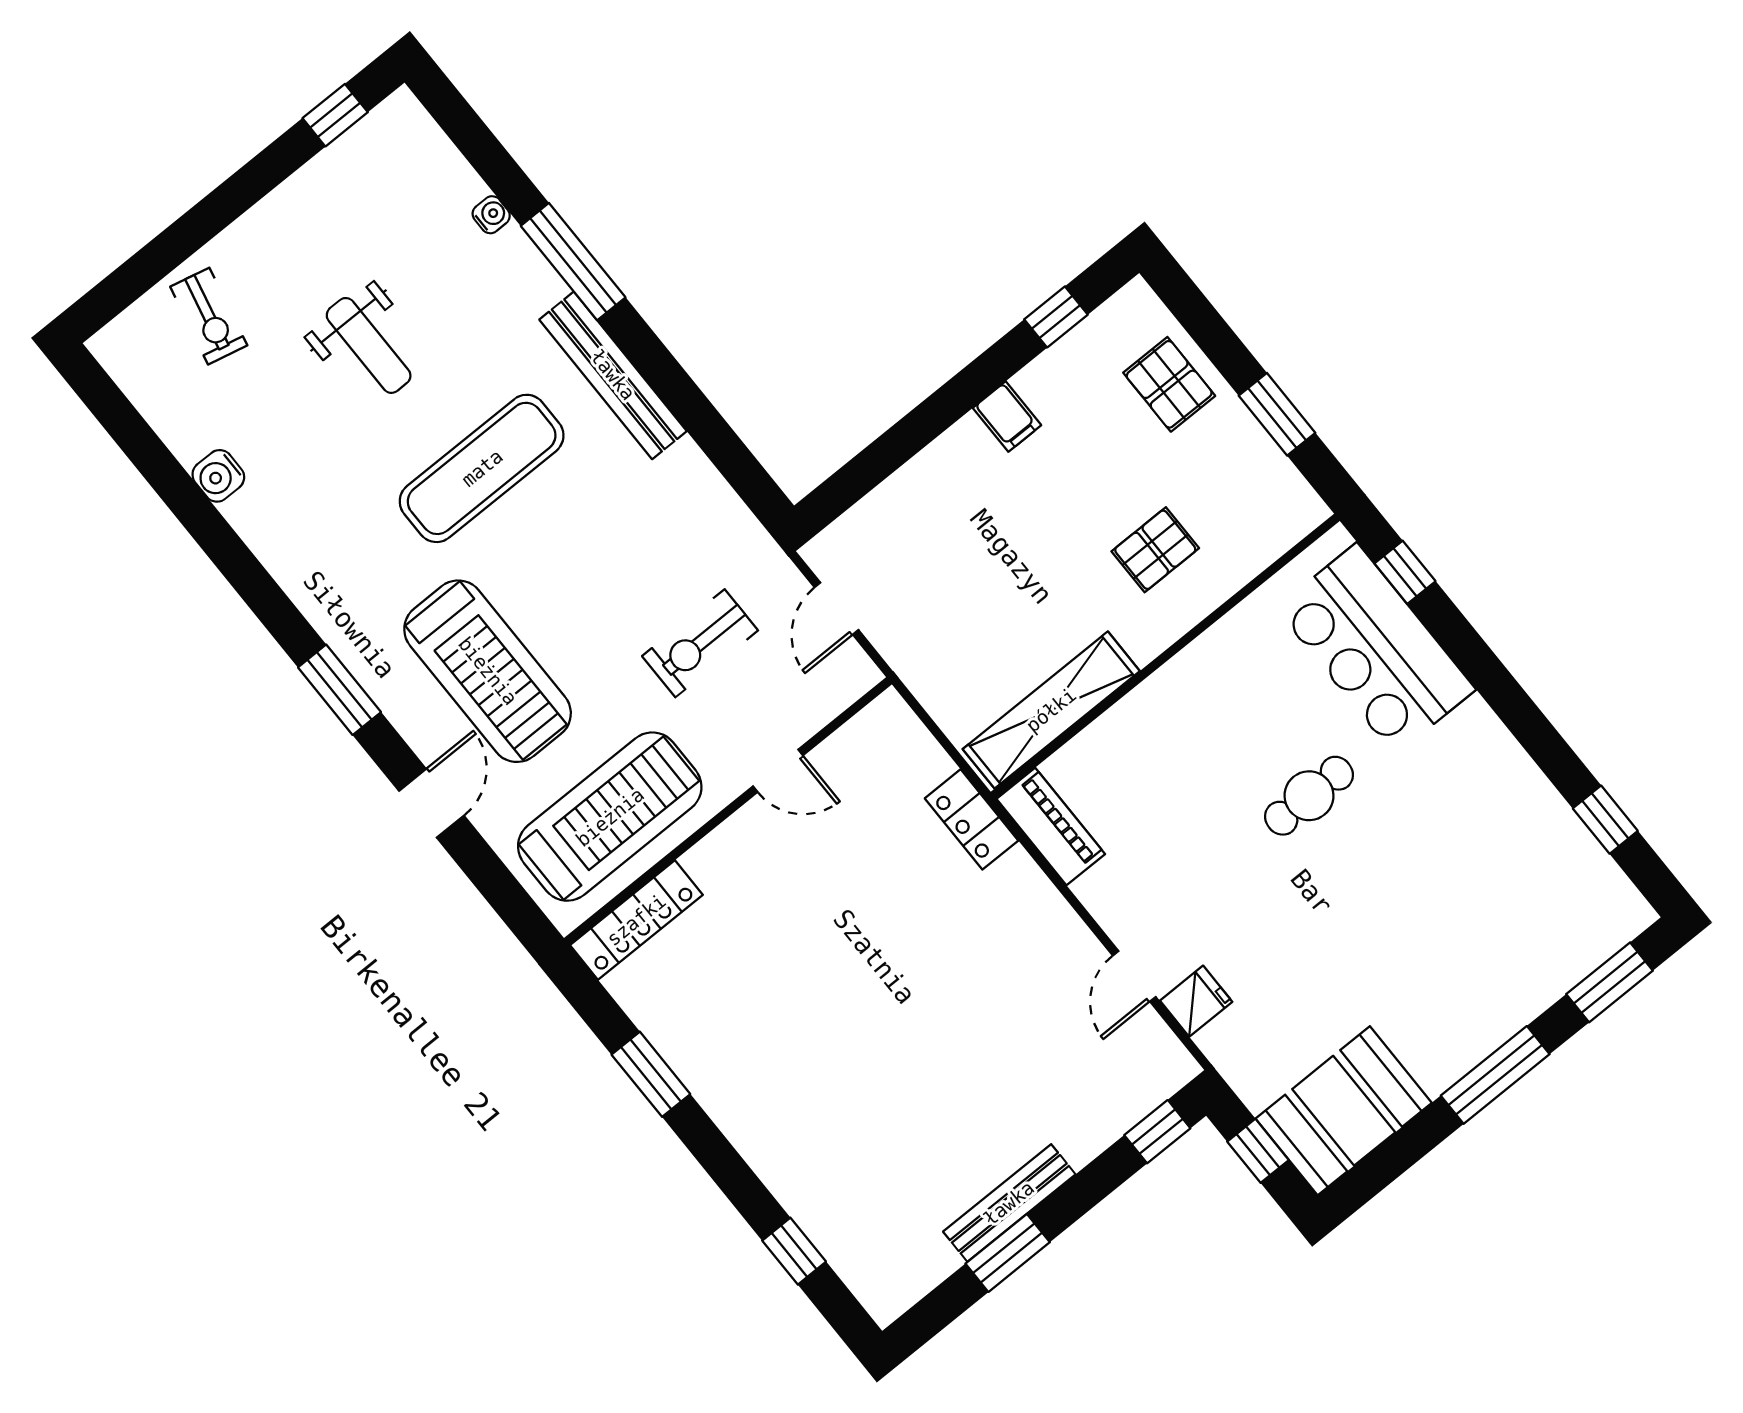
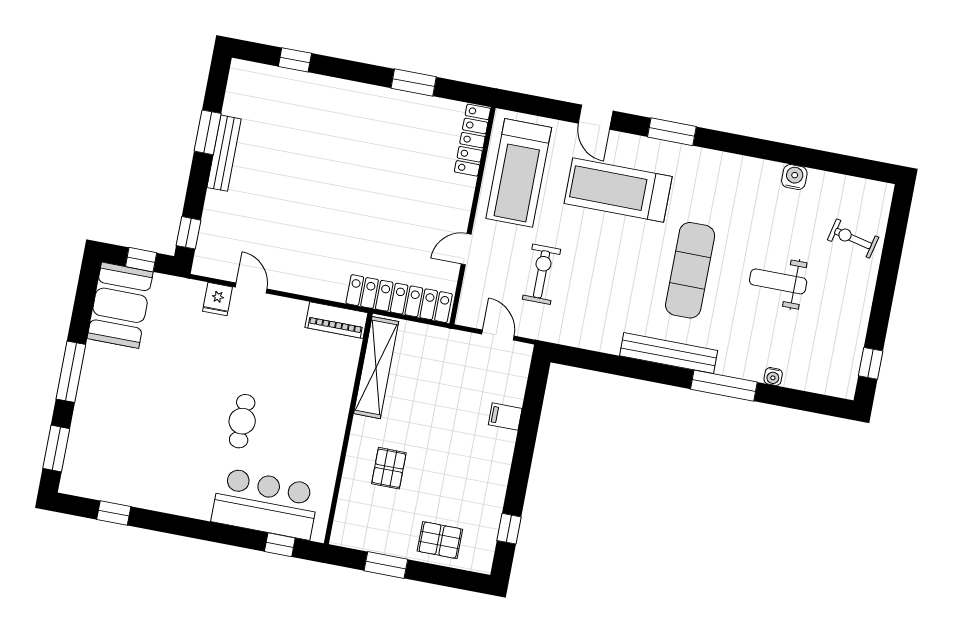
filing cabinet: (1007, 417) -> (505, 417), moved
locker: (972, 819) -> (399, 299), width x2.16, depth x1.21

